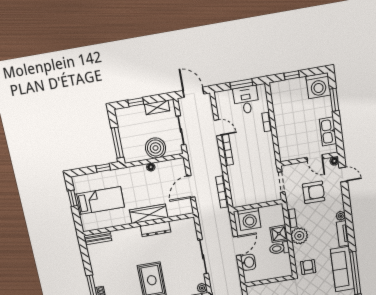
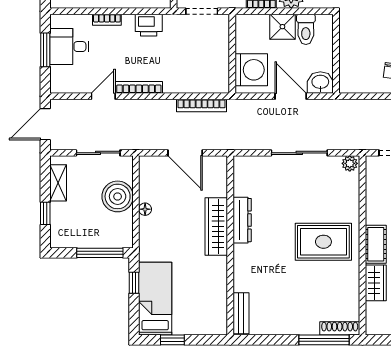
printer: (268, 150) -> (149, 25), added
bed: (100, 201) -> (155, 299), moved
wall: (269, 281) -> (336, 54), moved

